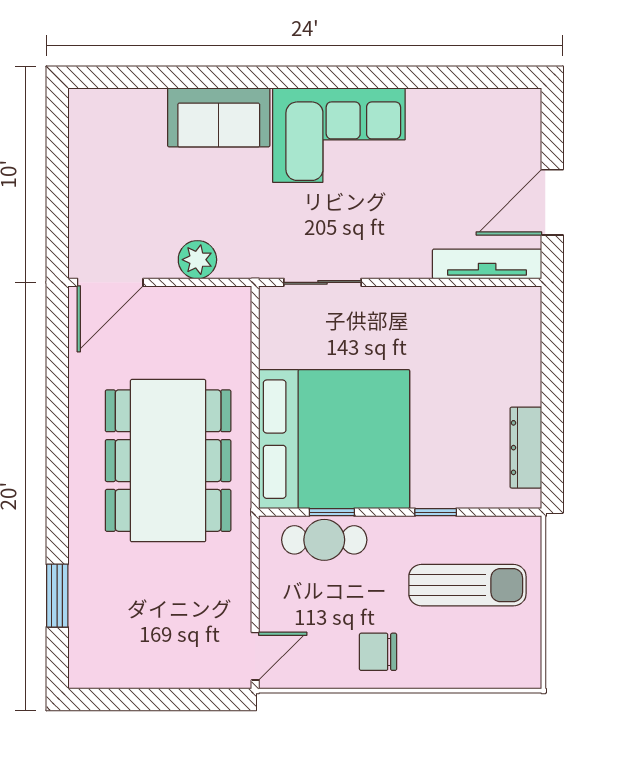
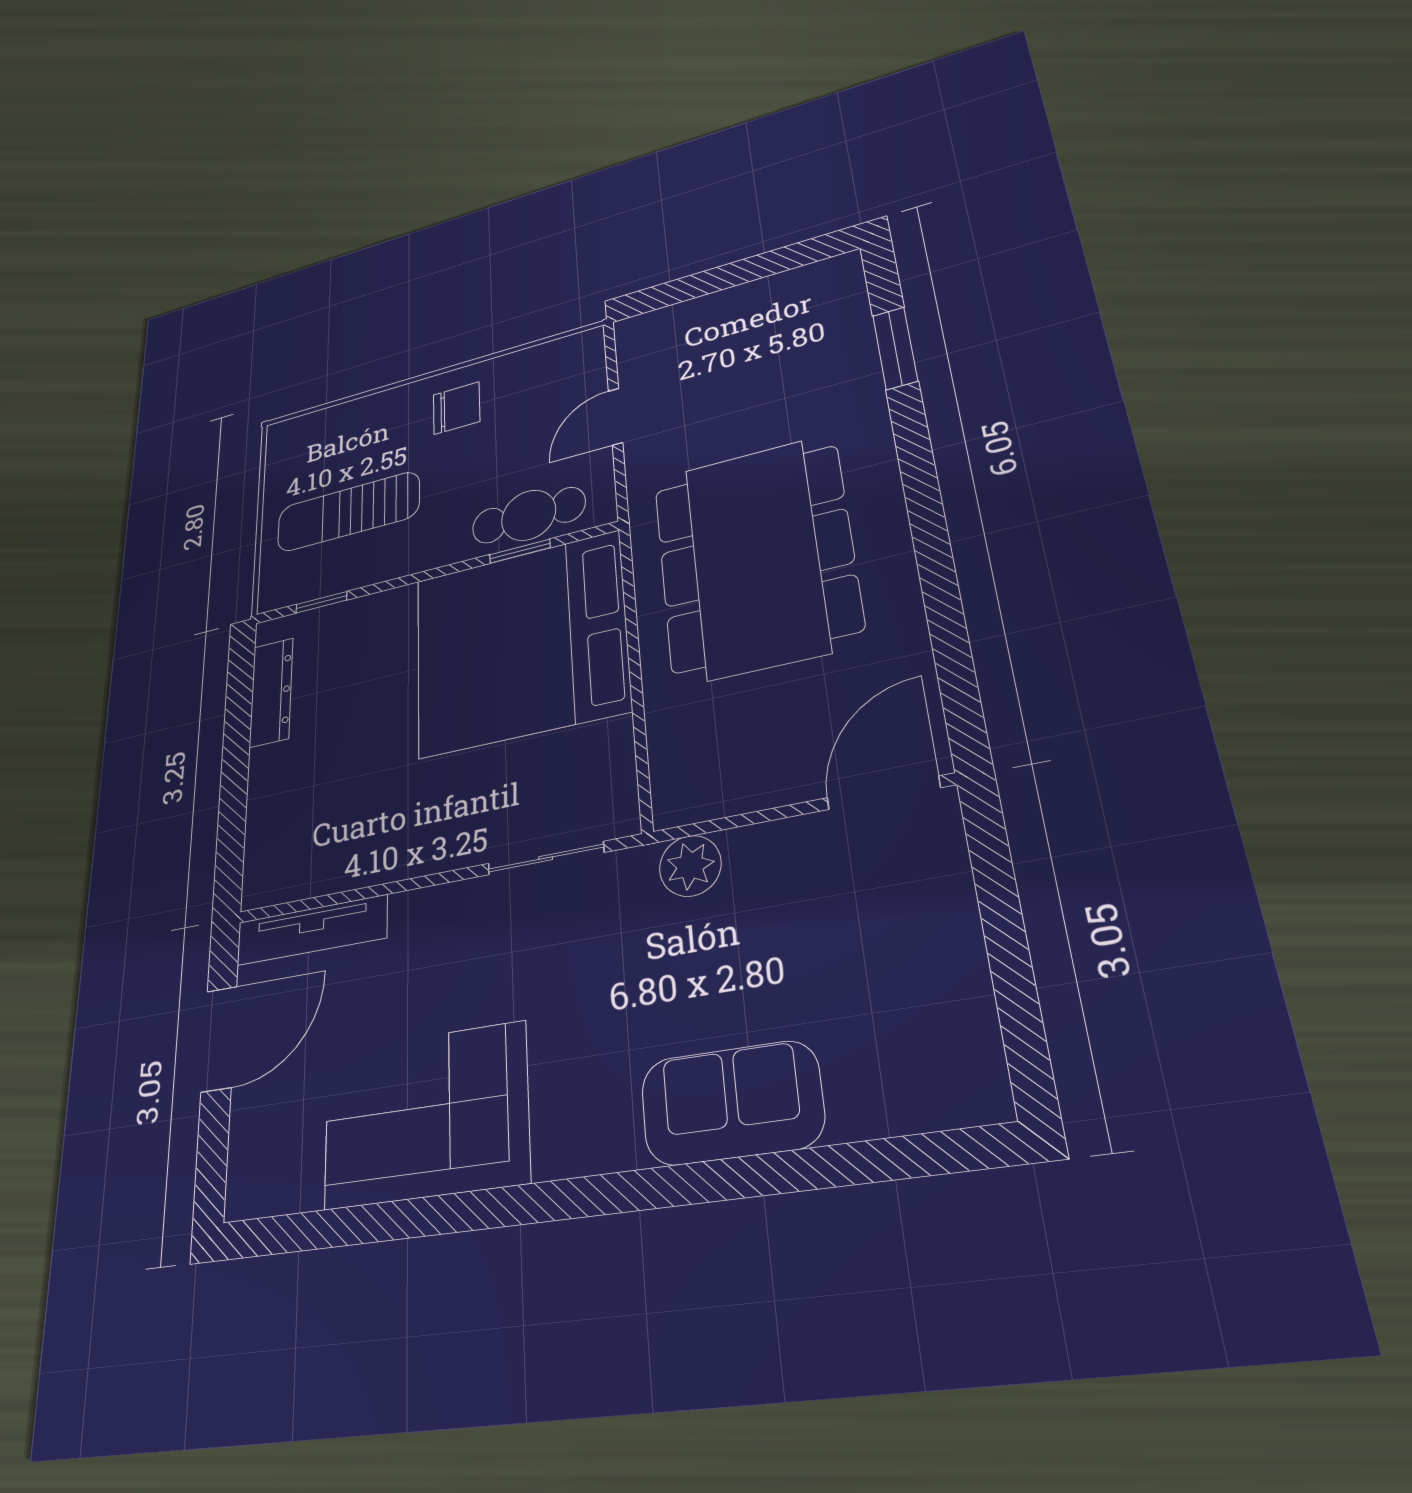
corner sofa: (339, 135) -> (425, 1115), moved
plant: (197, 260) -> (690, 866), moved
window: (436, 512) -> (321, 602), moved
door: (255, 656) -> (615, 417), moved

